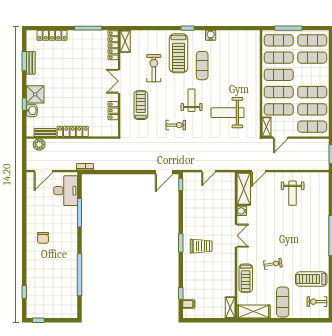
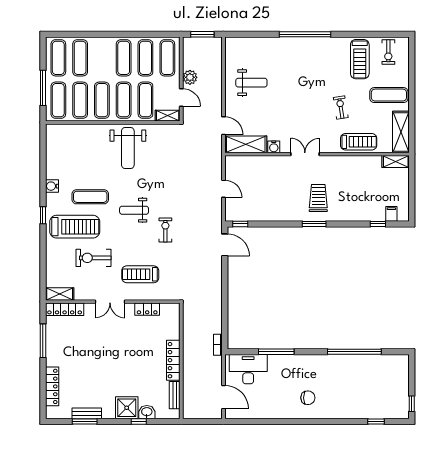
weight bench: (228, 113) -> (128, 148), moved
plant: (39, 145) -> (190, 77), moved

